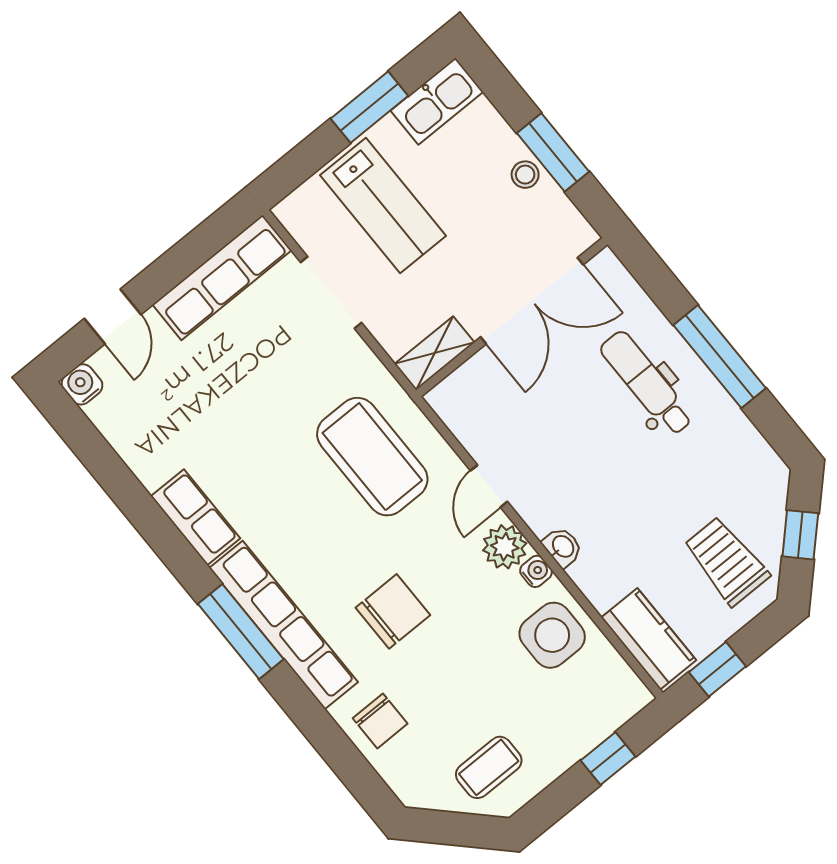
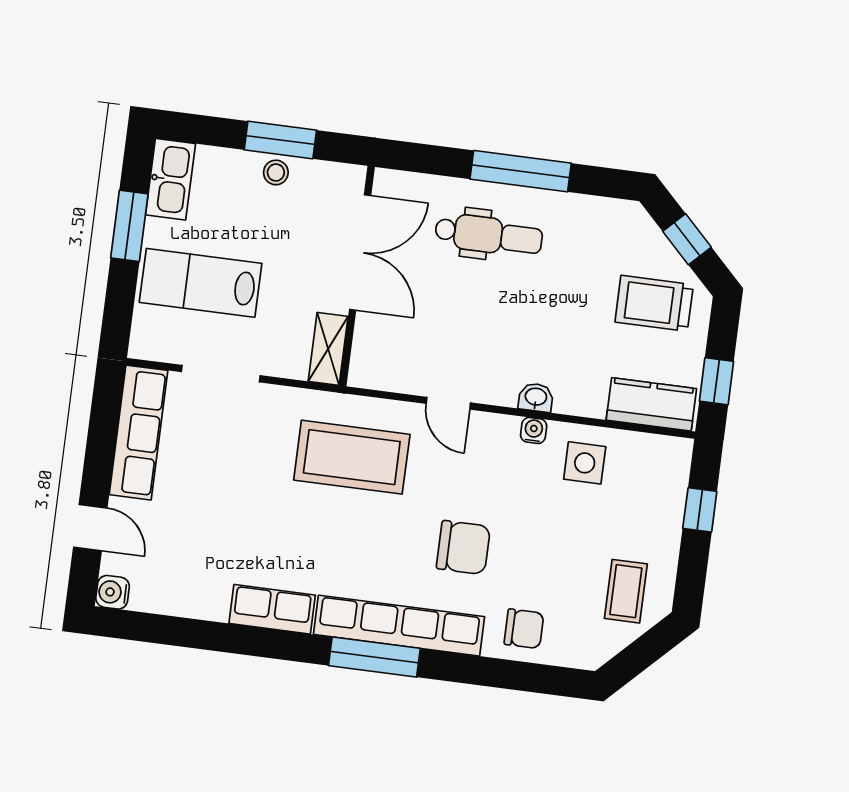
lab bench: (383, 206) -> (201, 283), turned 180
dental chair: (647, 383) -> (489, 235), turned 180
plant: (505, 547) -> (497, 434), removed
chair: (393, 611) -> (463, 547), turned 90
side table: (552, 635) -> (585, 463), width x0.73, depth x0.73

